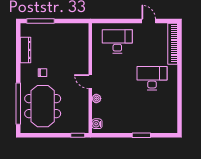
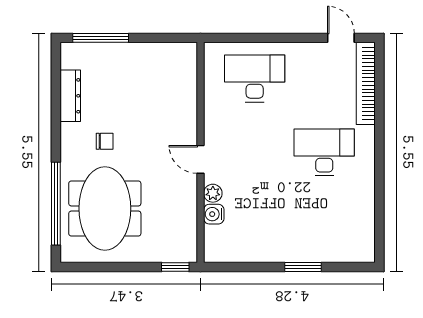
door: (149, 21) -> (341, 38), moved
water cooler: (97, 124) -> (214, 214), moved

